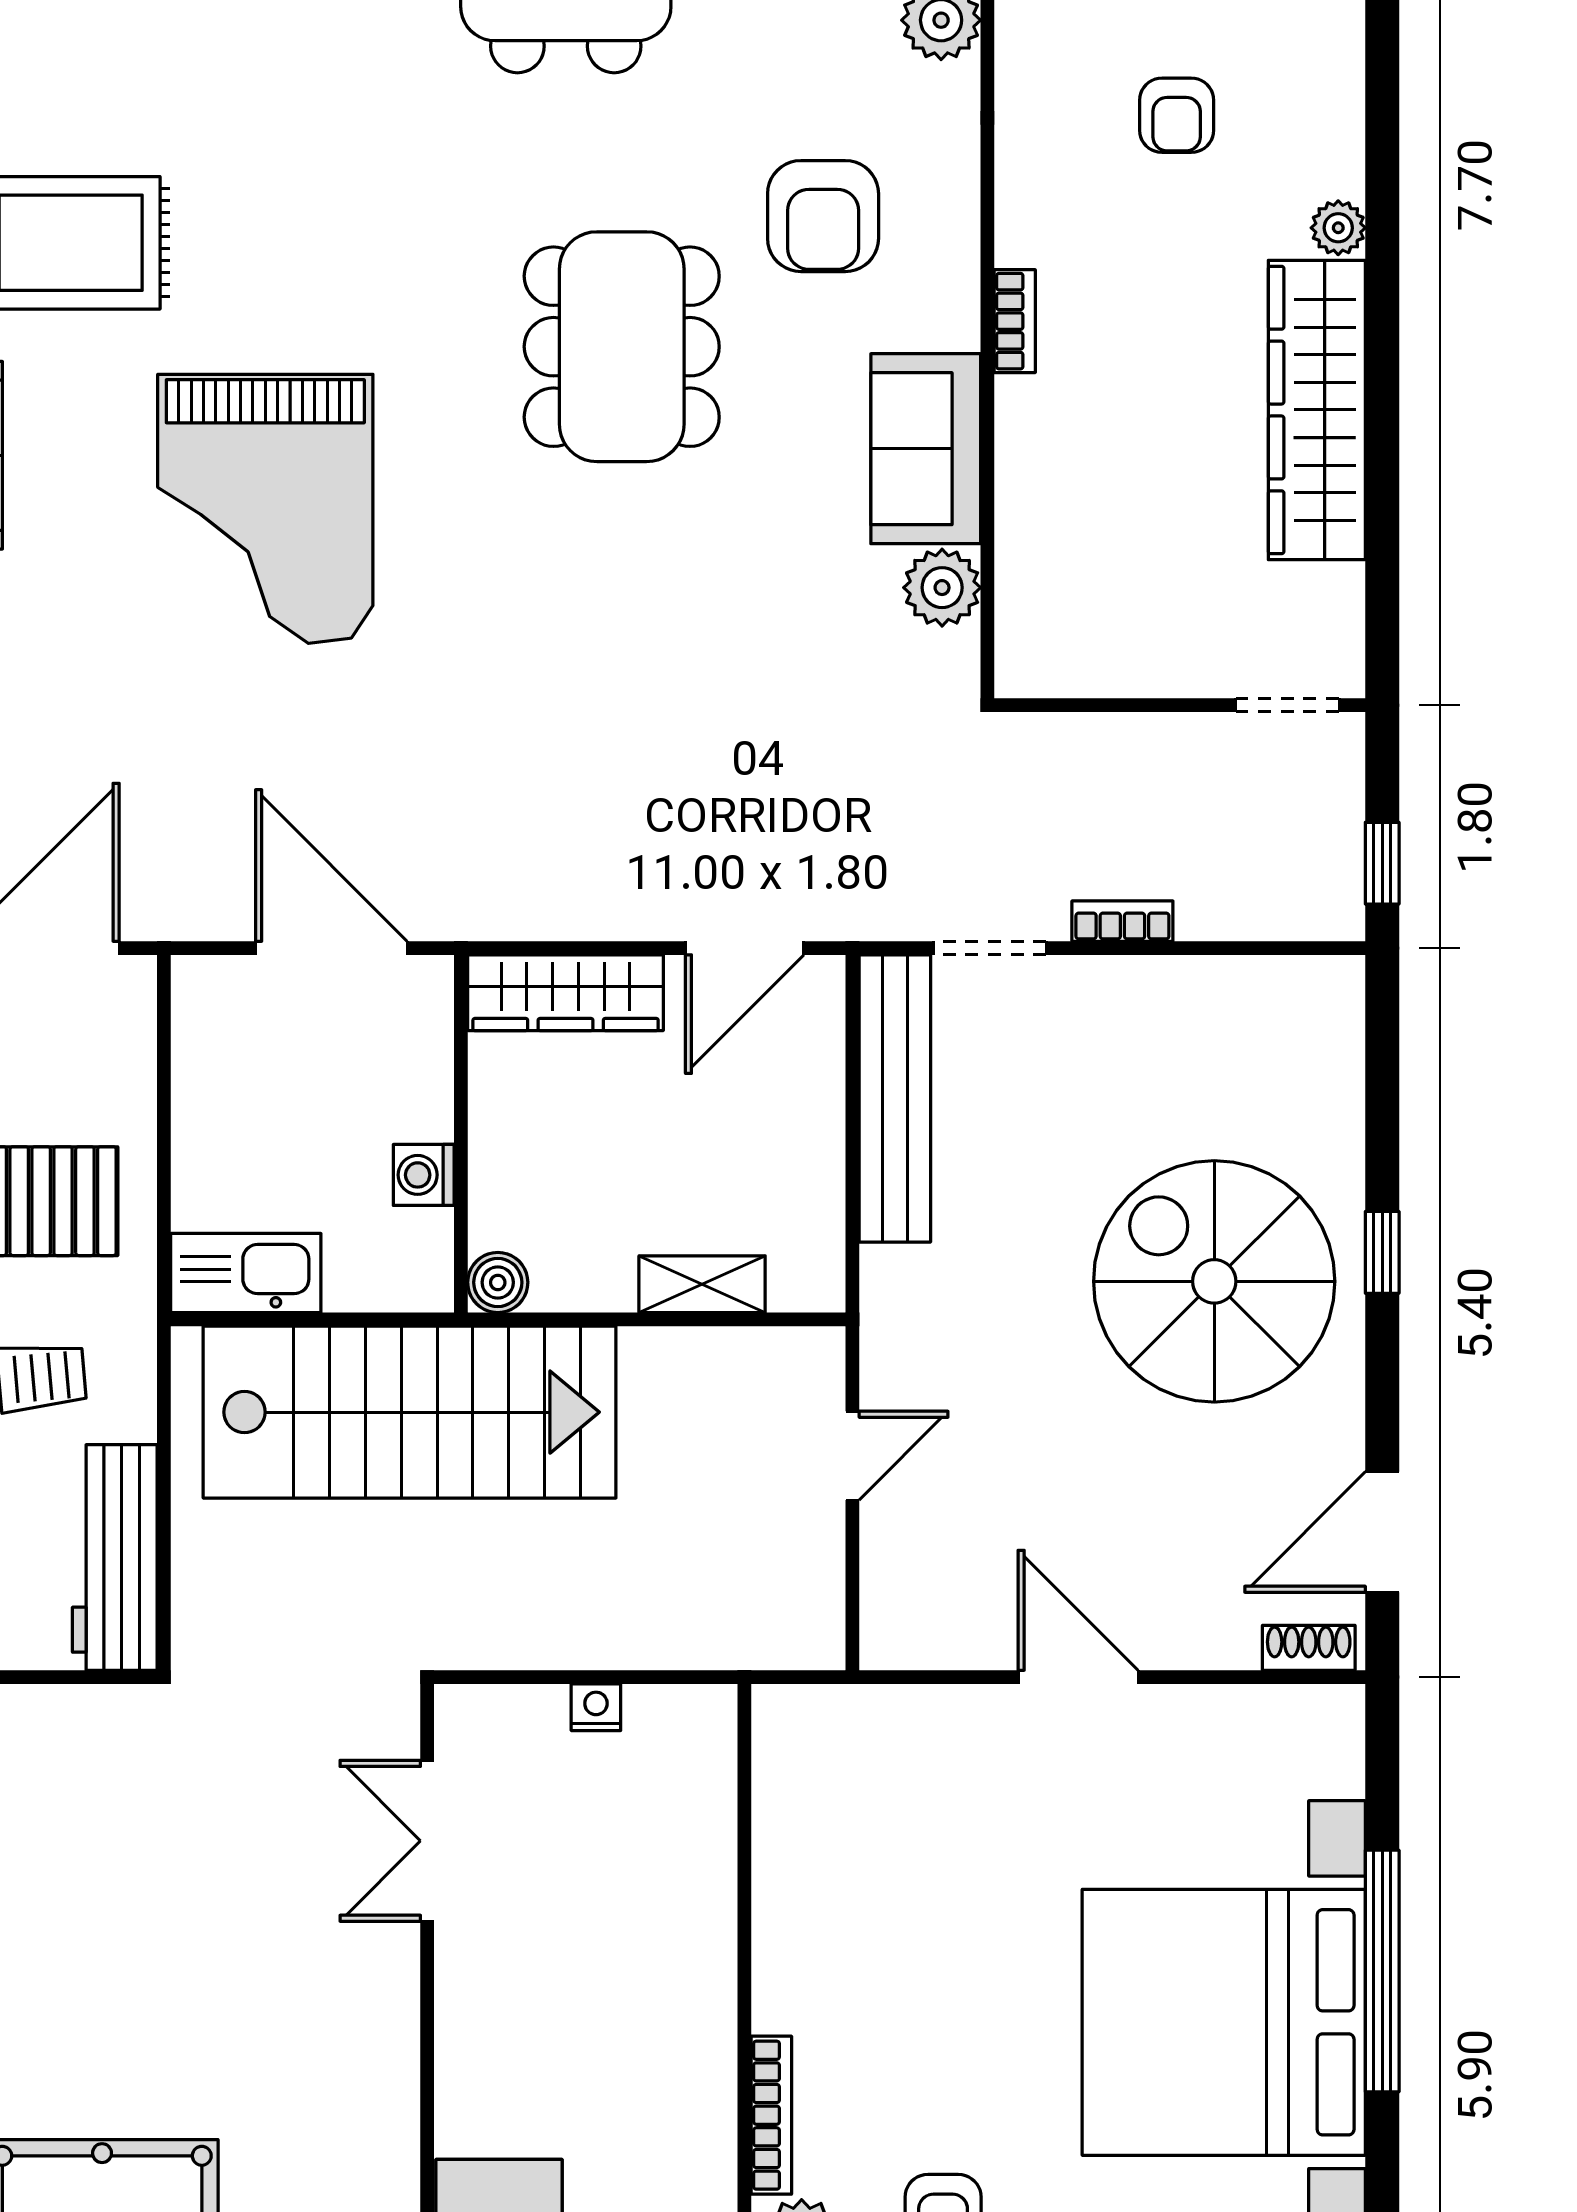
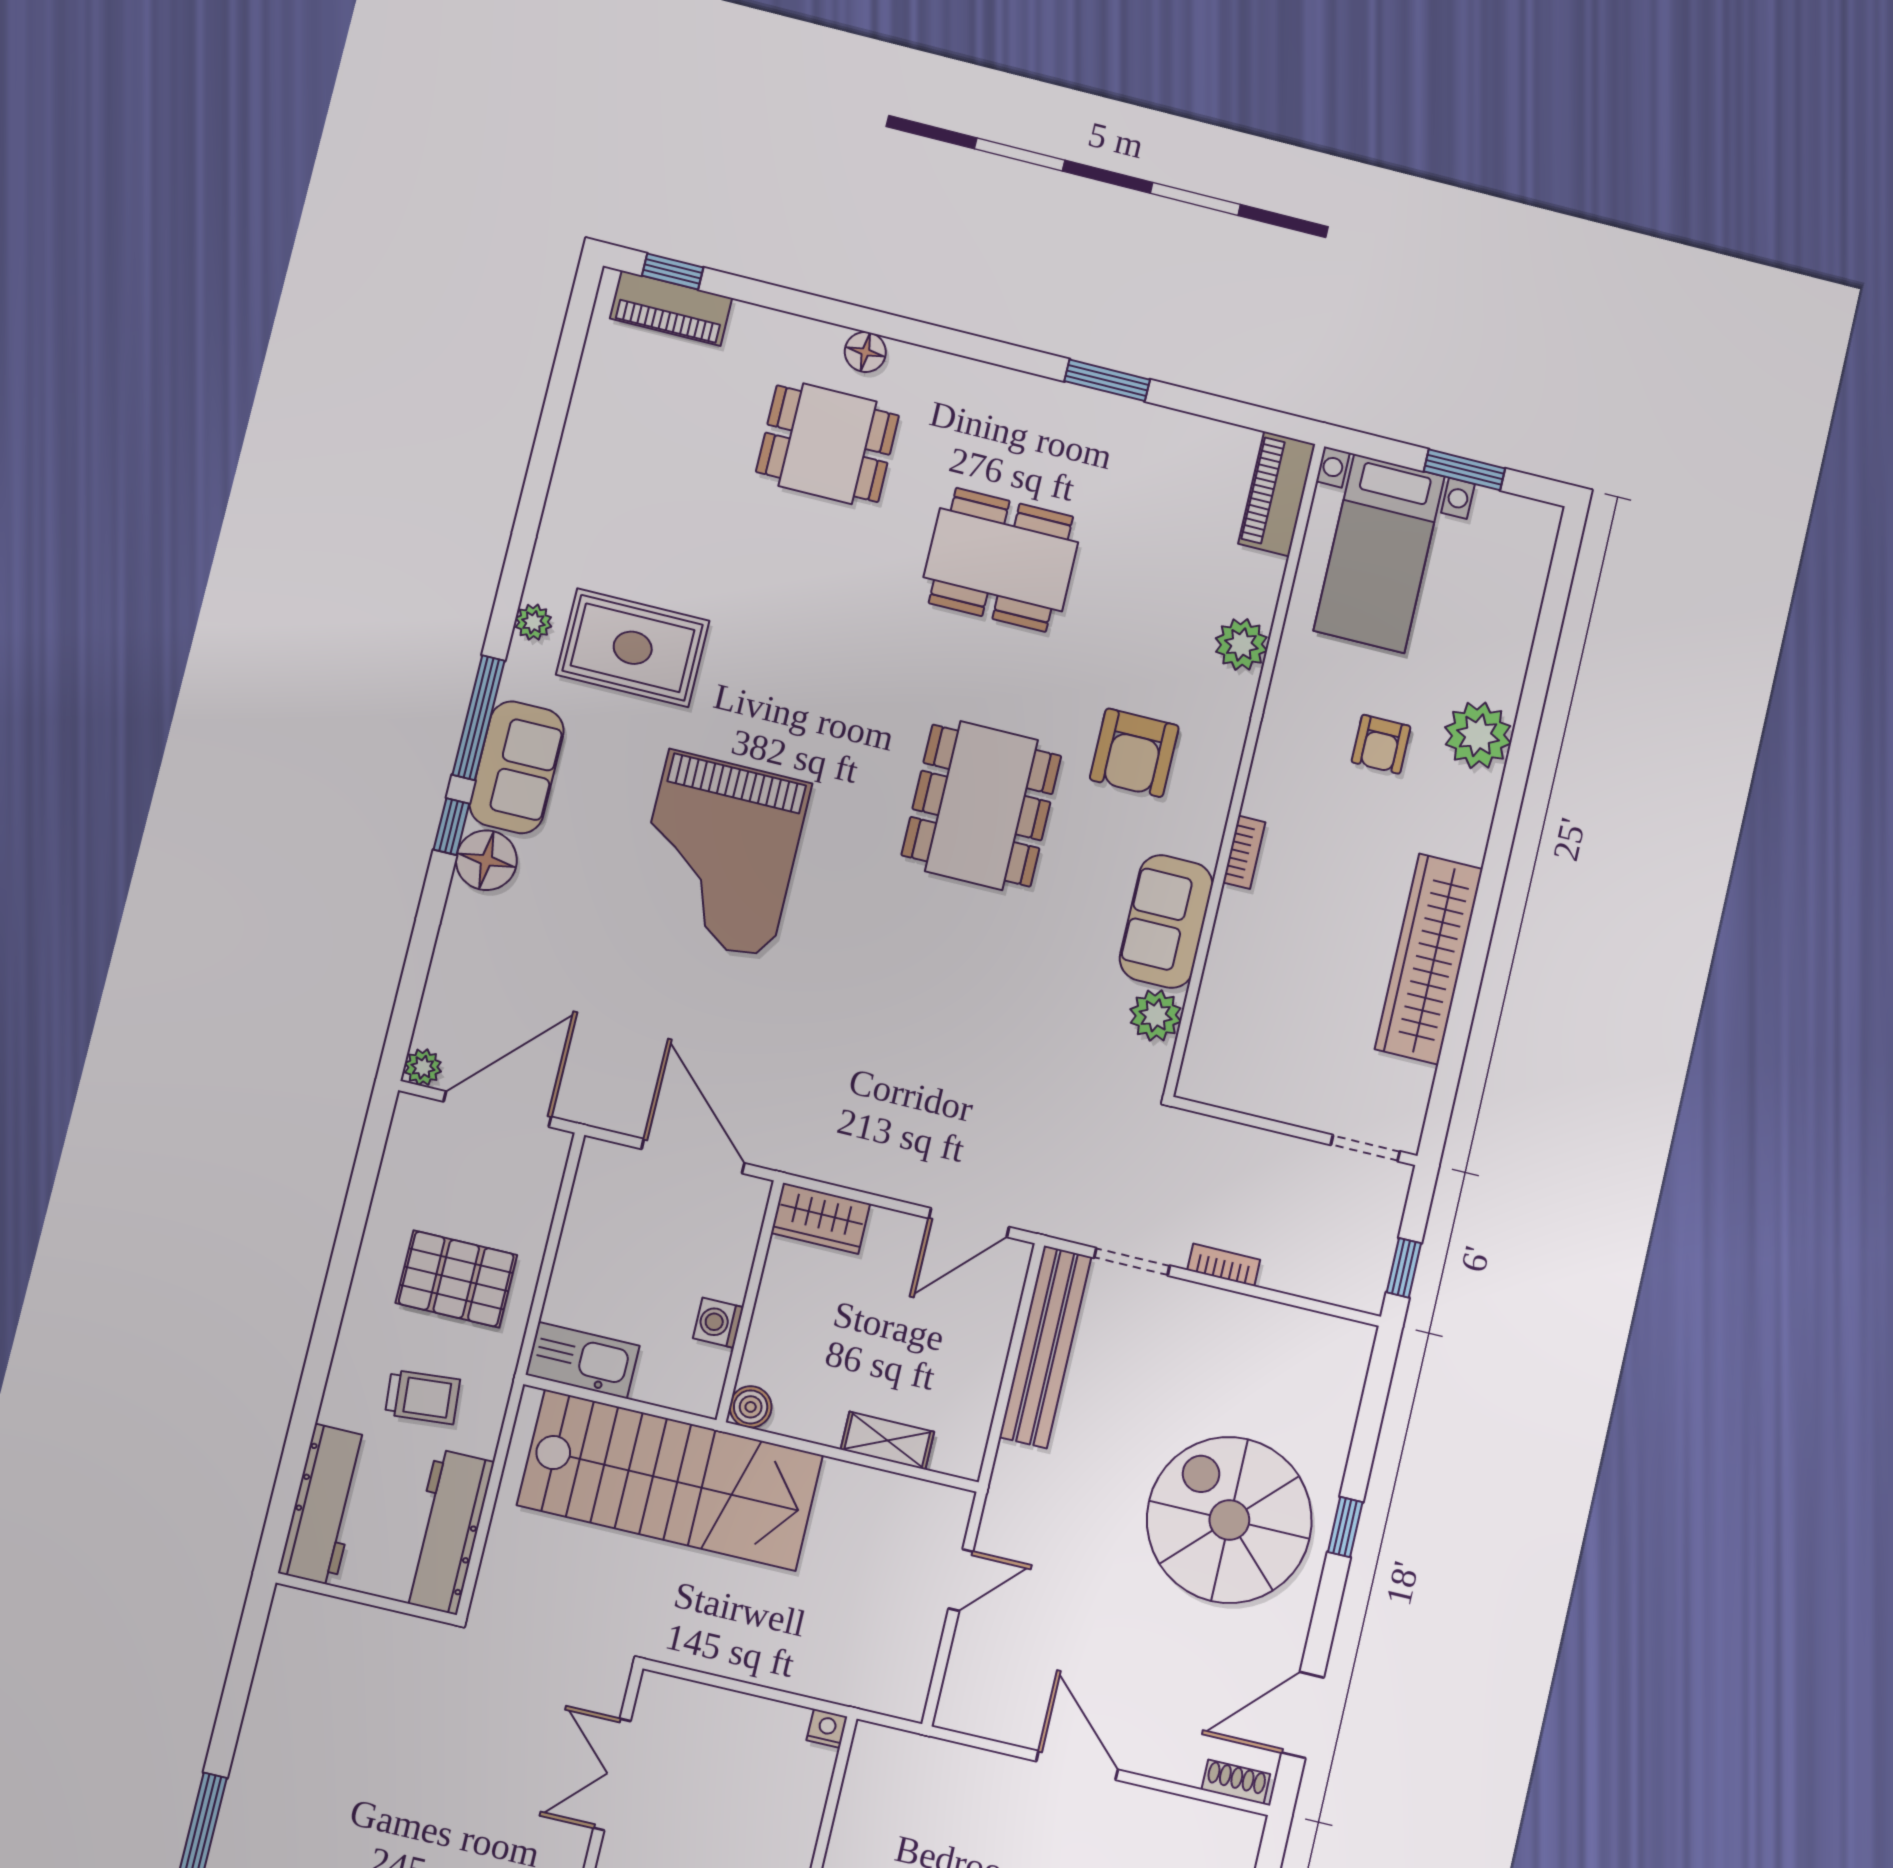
plant: (1338, 228) -> (1478, 735), moved, width x1.87, depth x1.87
wardrobe: (566, 993) -> (821, 1218), width x0.67
nightstand: (596, 1707) -> (827, 1728), moved

